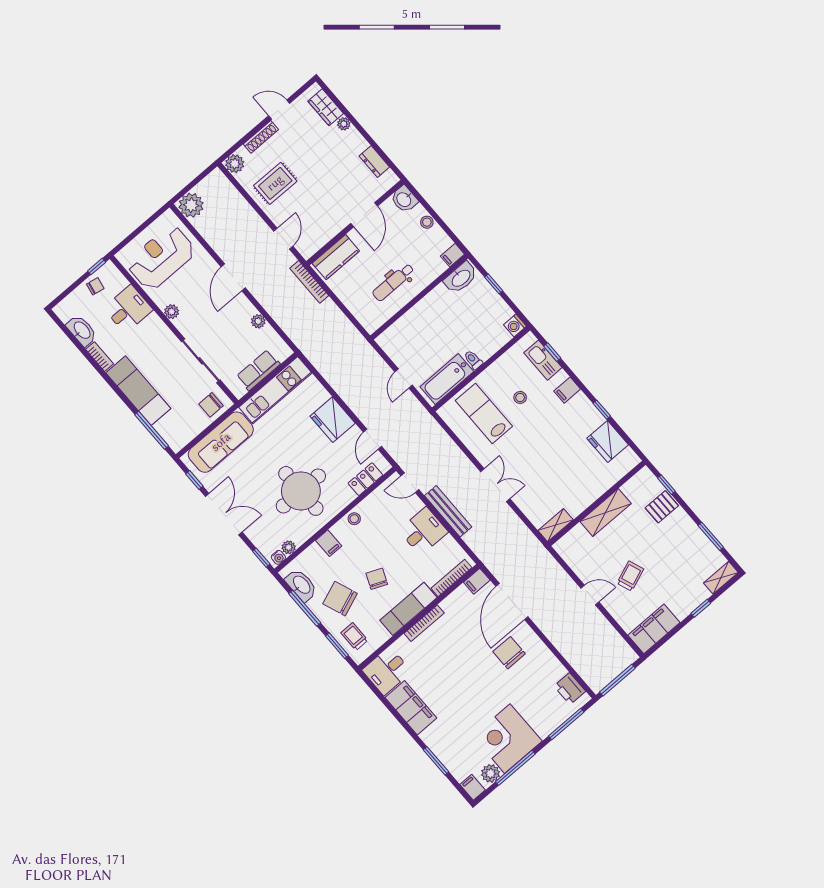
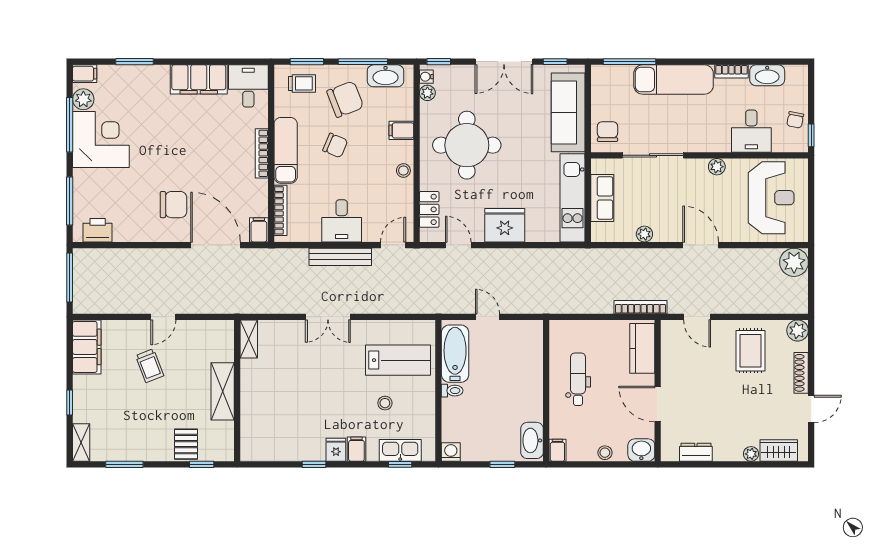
fridge: (608, 441) -> (336, 450), moved, width x0.53, depth x0.75

